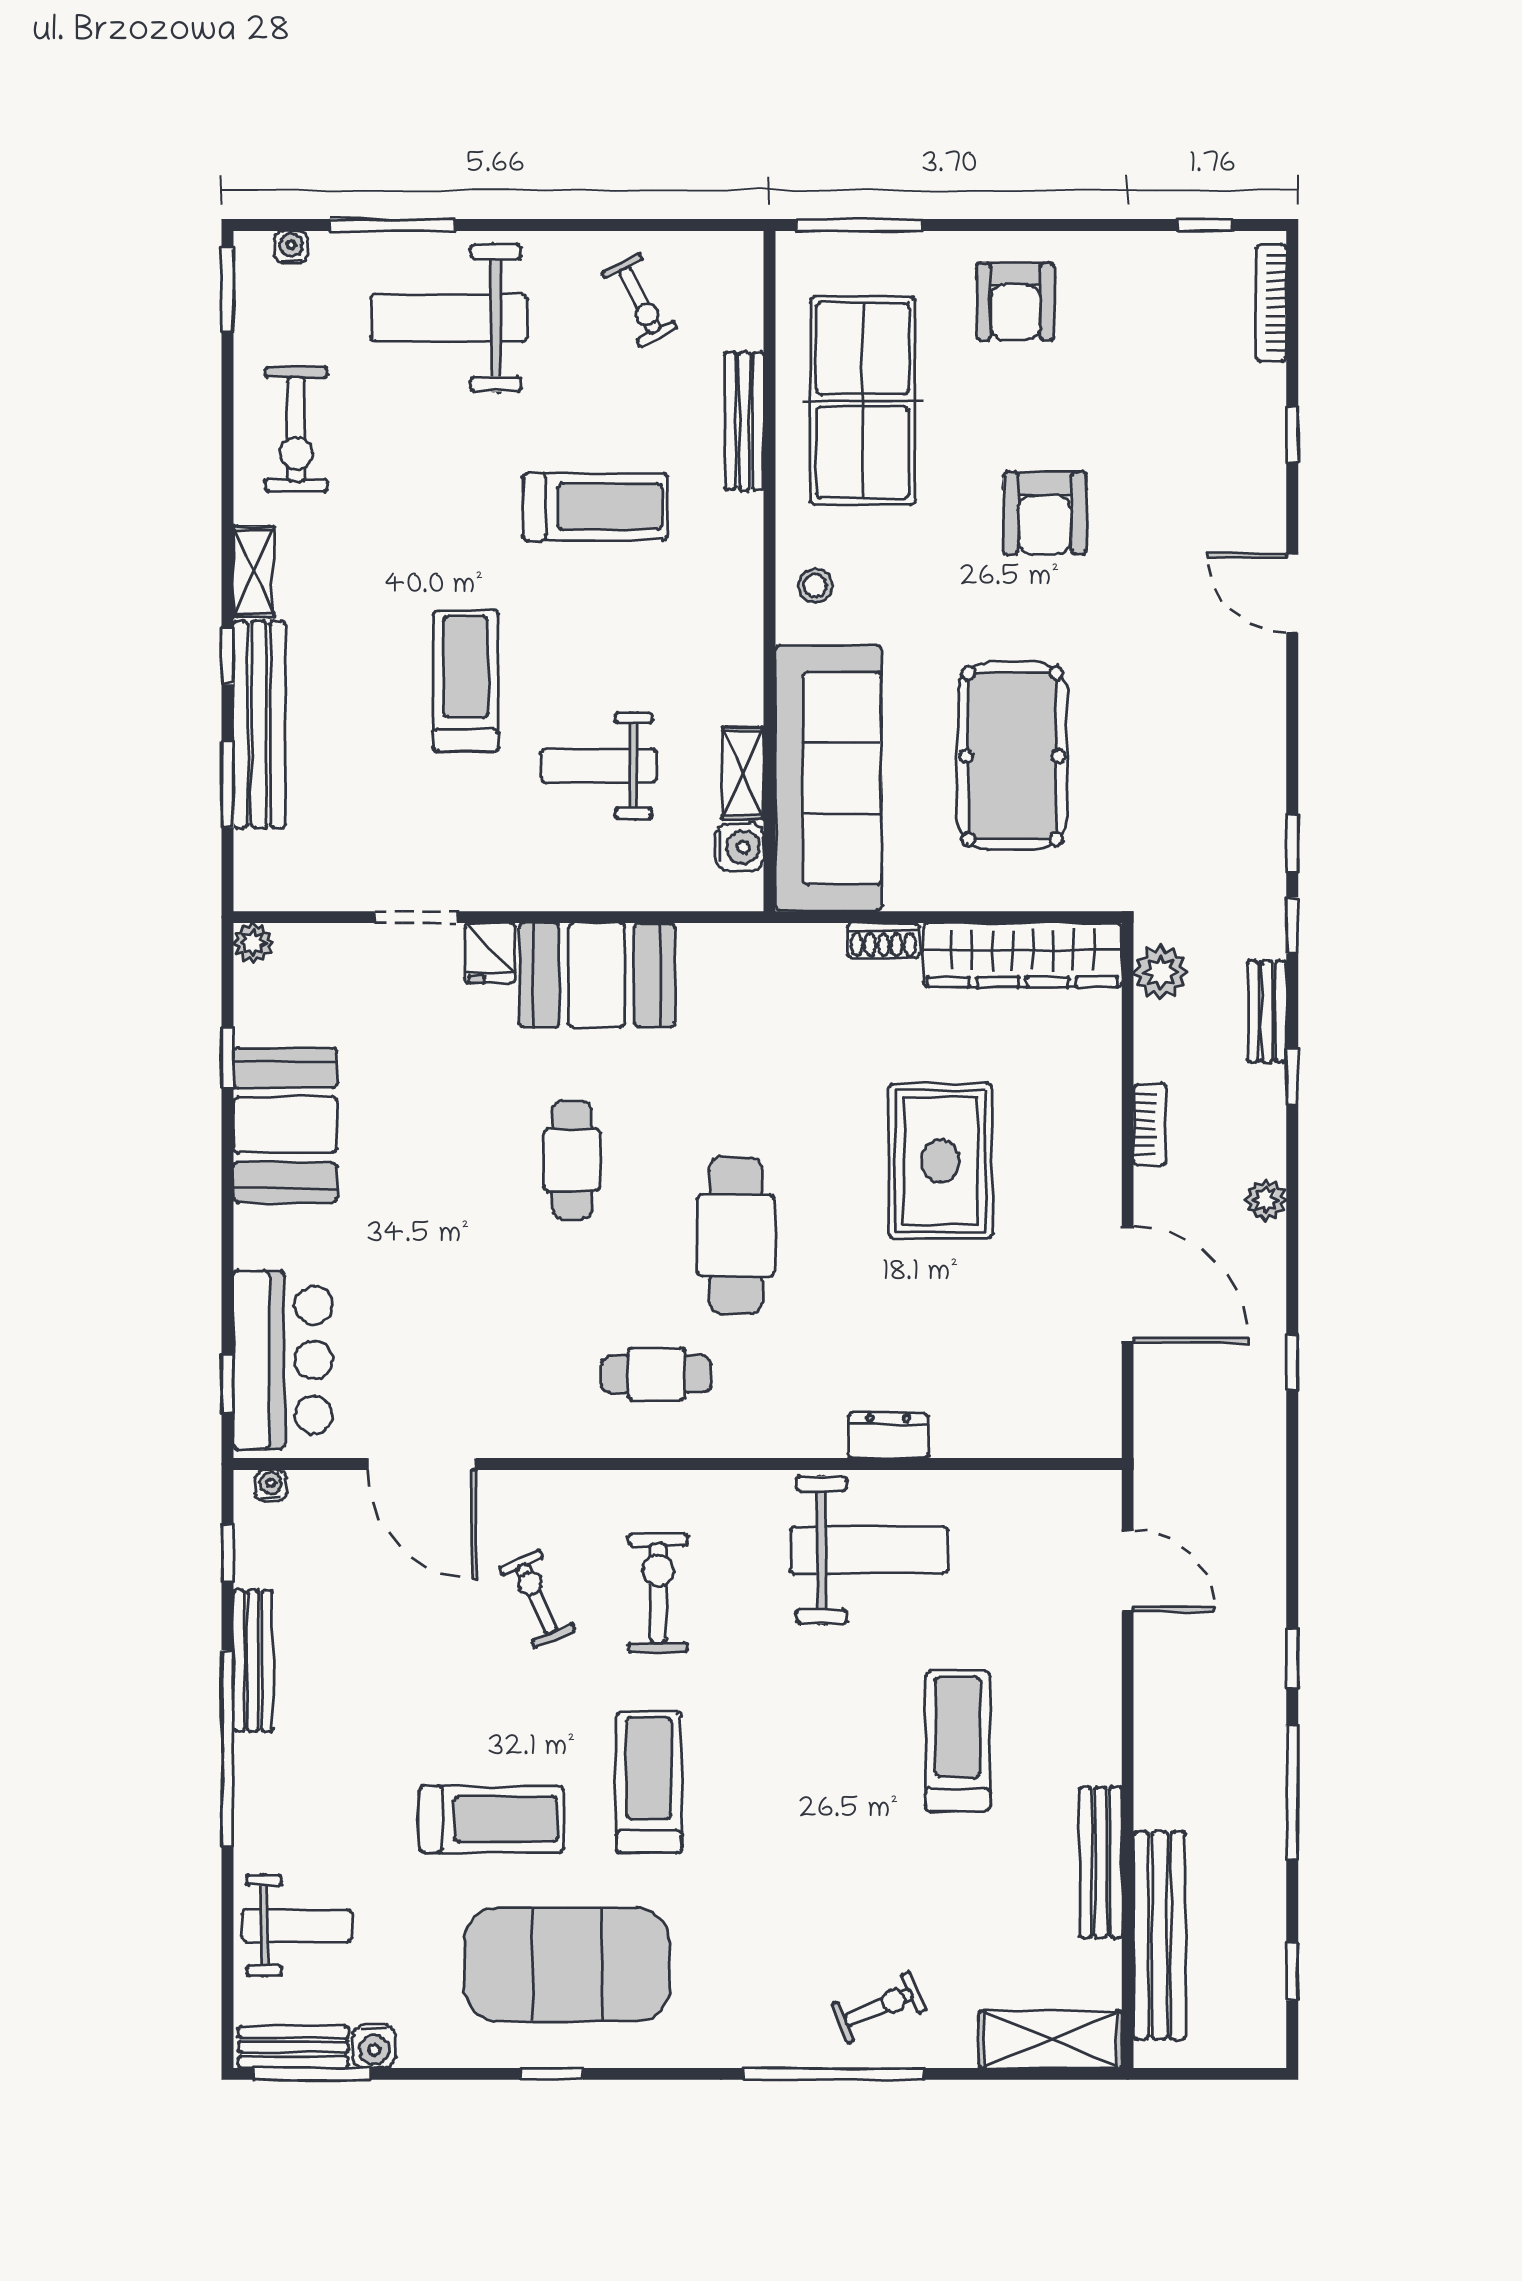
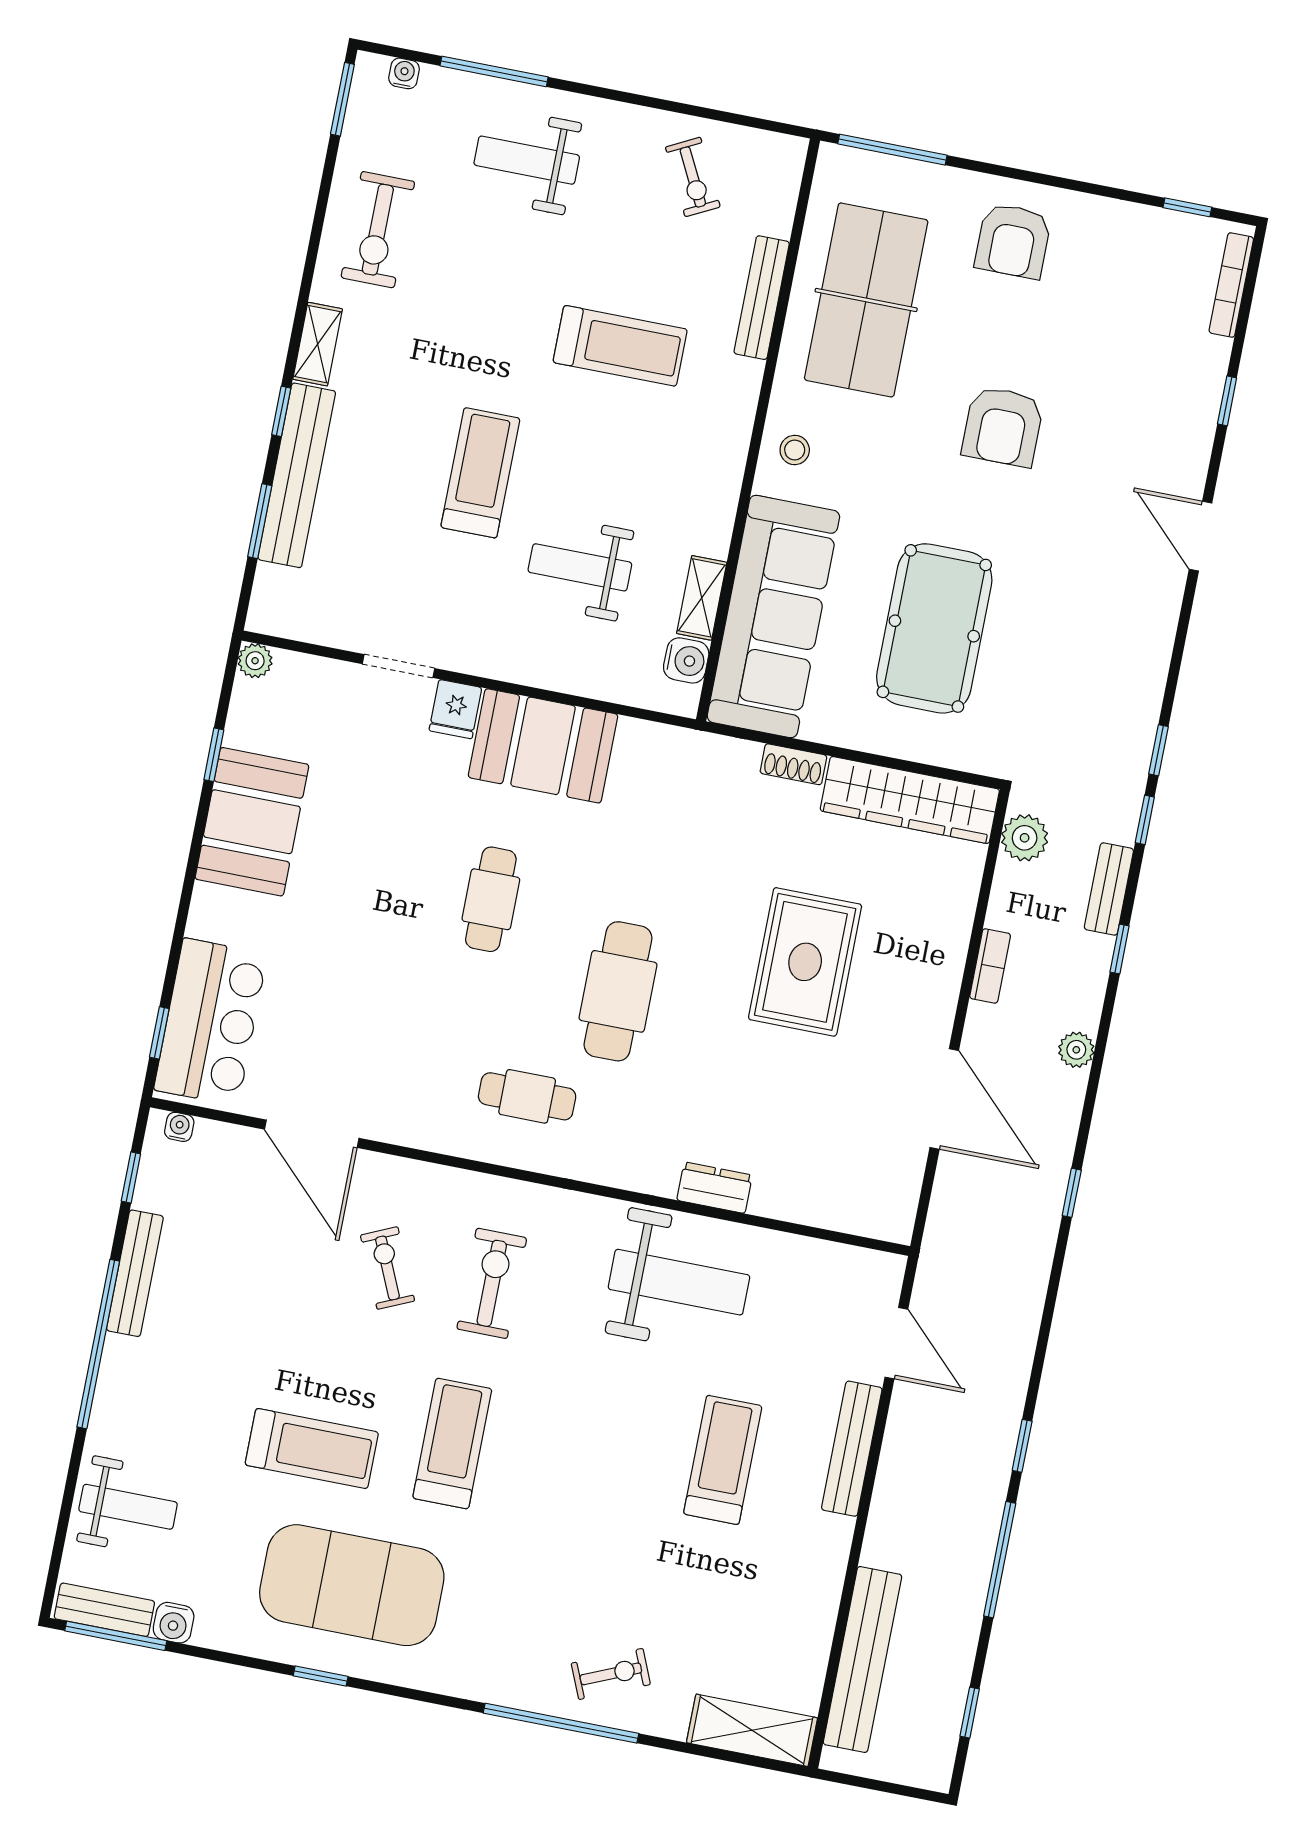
weight bench: (449, 318) -> (527, 160), width x0.73, depth x0.75
bench: (1101, 1862) -> (852, 1449), moved

